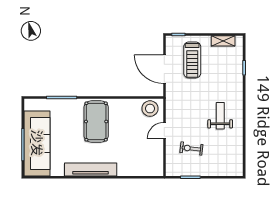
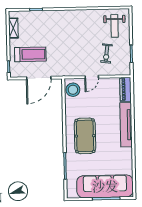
weight bench: (220, 116) -> (115, 26), moved, turned -90
pool table: (96, 122) -> (85, 136), turned 90
door: (164, 131) -> (92, 77), hinge flipped
tv unit: (91, 169) -> (126, 125), moved
piano: (149, 170) -> (126, 89), added

